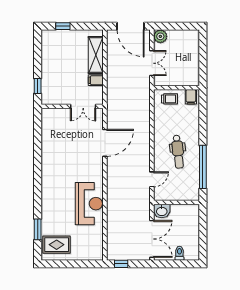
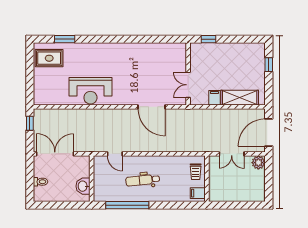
washbasin: (162, 211) -> (83, 186), moved
double door: (152, 239) -> (55, 154), swing flipped
rug: (57, 245) -> (49, 58), turned 90

